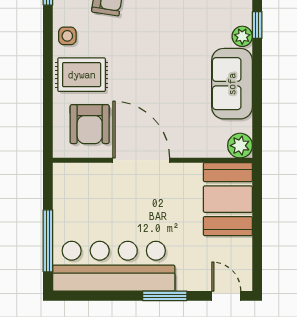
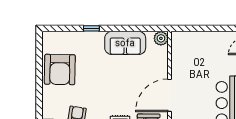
plant: (242, 36) -> (98, 37), removed
booth: (228, 199) -> (192, 45), removed

